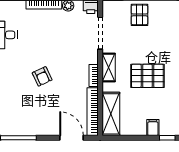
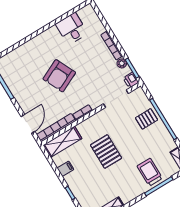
shelving: (109, 68) -> (95, 120), removed
armchair: (42, 76) -> (59, 76), width x1.88, depth x1.88
filing cabinet: (153, 128) -> (65, 169), moved

